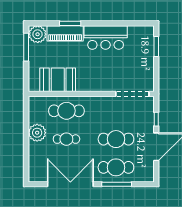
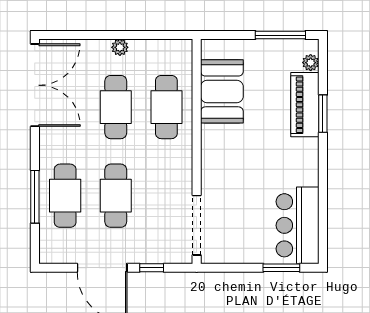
plant: (38, 34) -> (311, 63), width x0.53, depth x0.53
bar counter: (106, 37) -> (298, 225), moved
plant: (37, 133) -> (120, 47), width x0.53, depth x0.53
cafe table: (66, 139) -> (116, 107), width x1.37, depth x1.35
double door: (70, 184) -> (35, 85), moved

